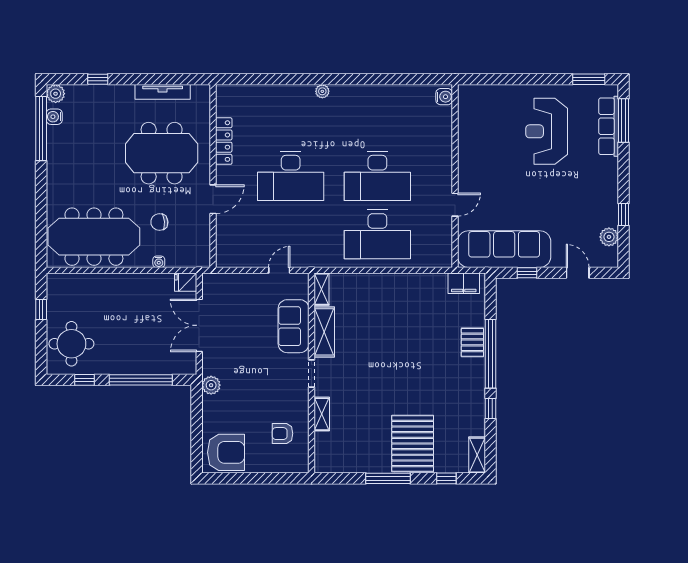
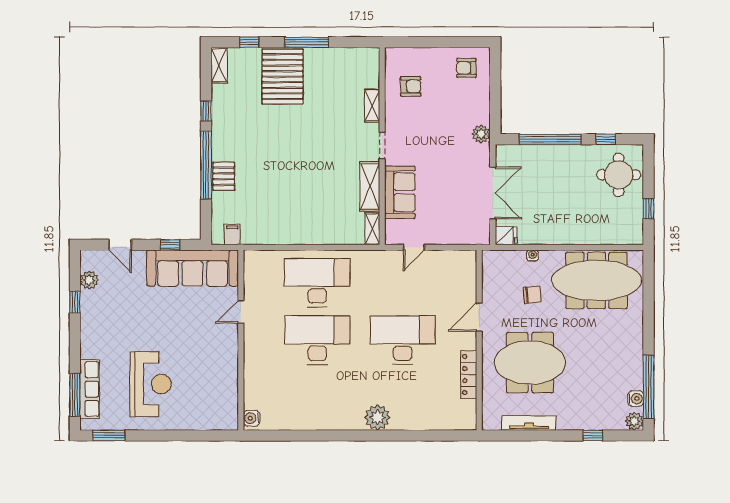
plant: (322, 91) -> (378, 418), width x1.88, depth x1.88
filing cabinet: (464, 283) -> (232, 235), width x0.50
armchair: (226, 452) -> (466, 68), width x0.53, depth x0.53

